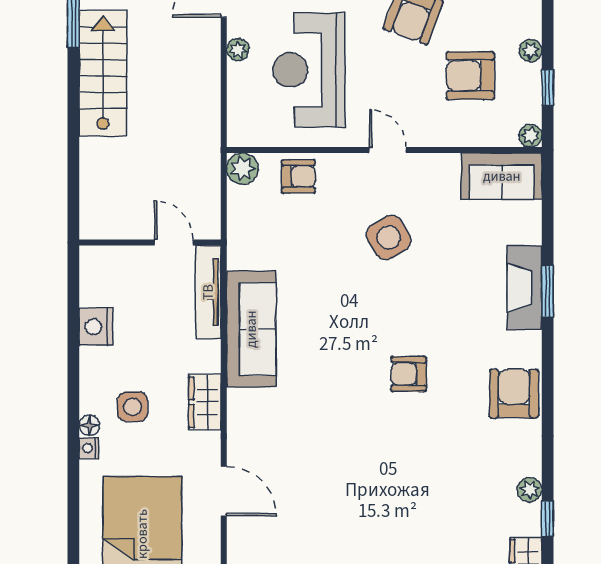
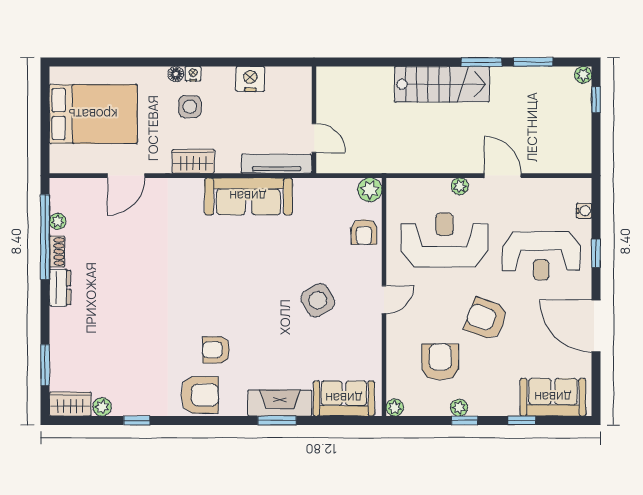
window: (548, 88) -> (465, 420), moved
sofa: (502, 176) -> (344, 398), moved, turned 90
door: (174, 242) -> (314, 138), hinge flipped
armchair: (409, 374) -> (216, 350), moved, turned -90
nightstand: (89, 448) -> (193, 74), moved
plant: (530, 490) -> (102, 407), moved
window: (548, 519) -> (137, 420), moved

